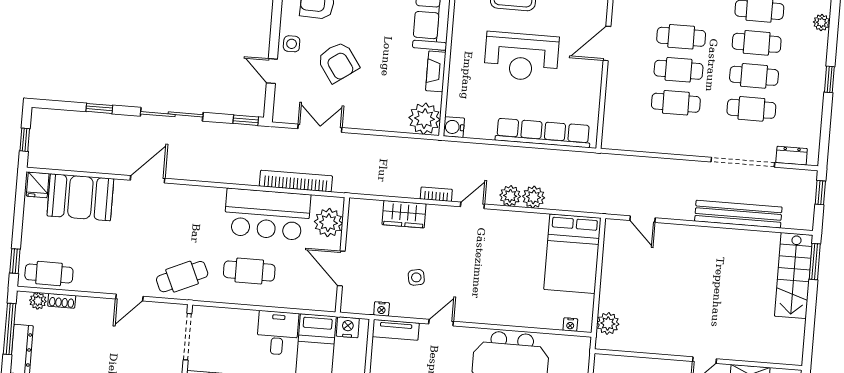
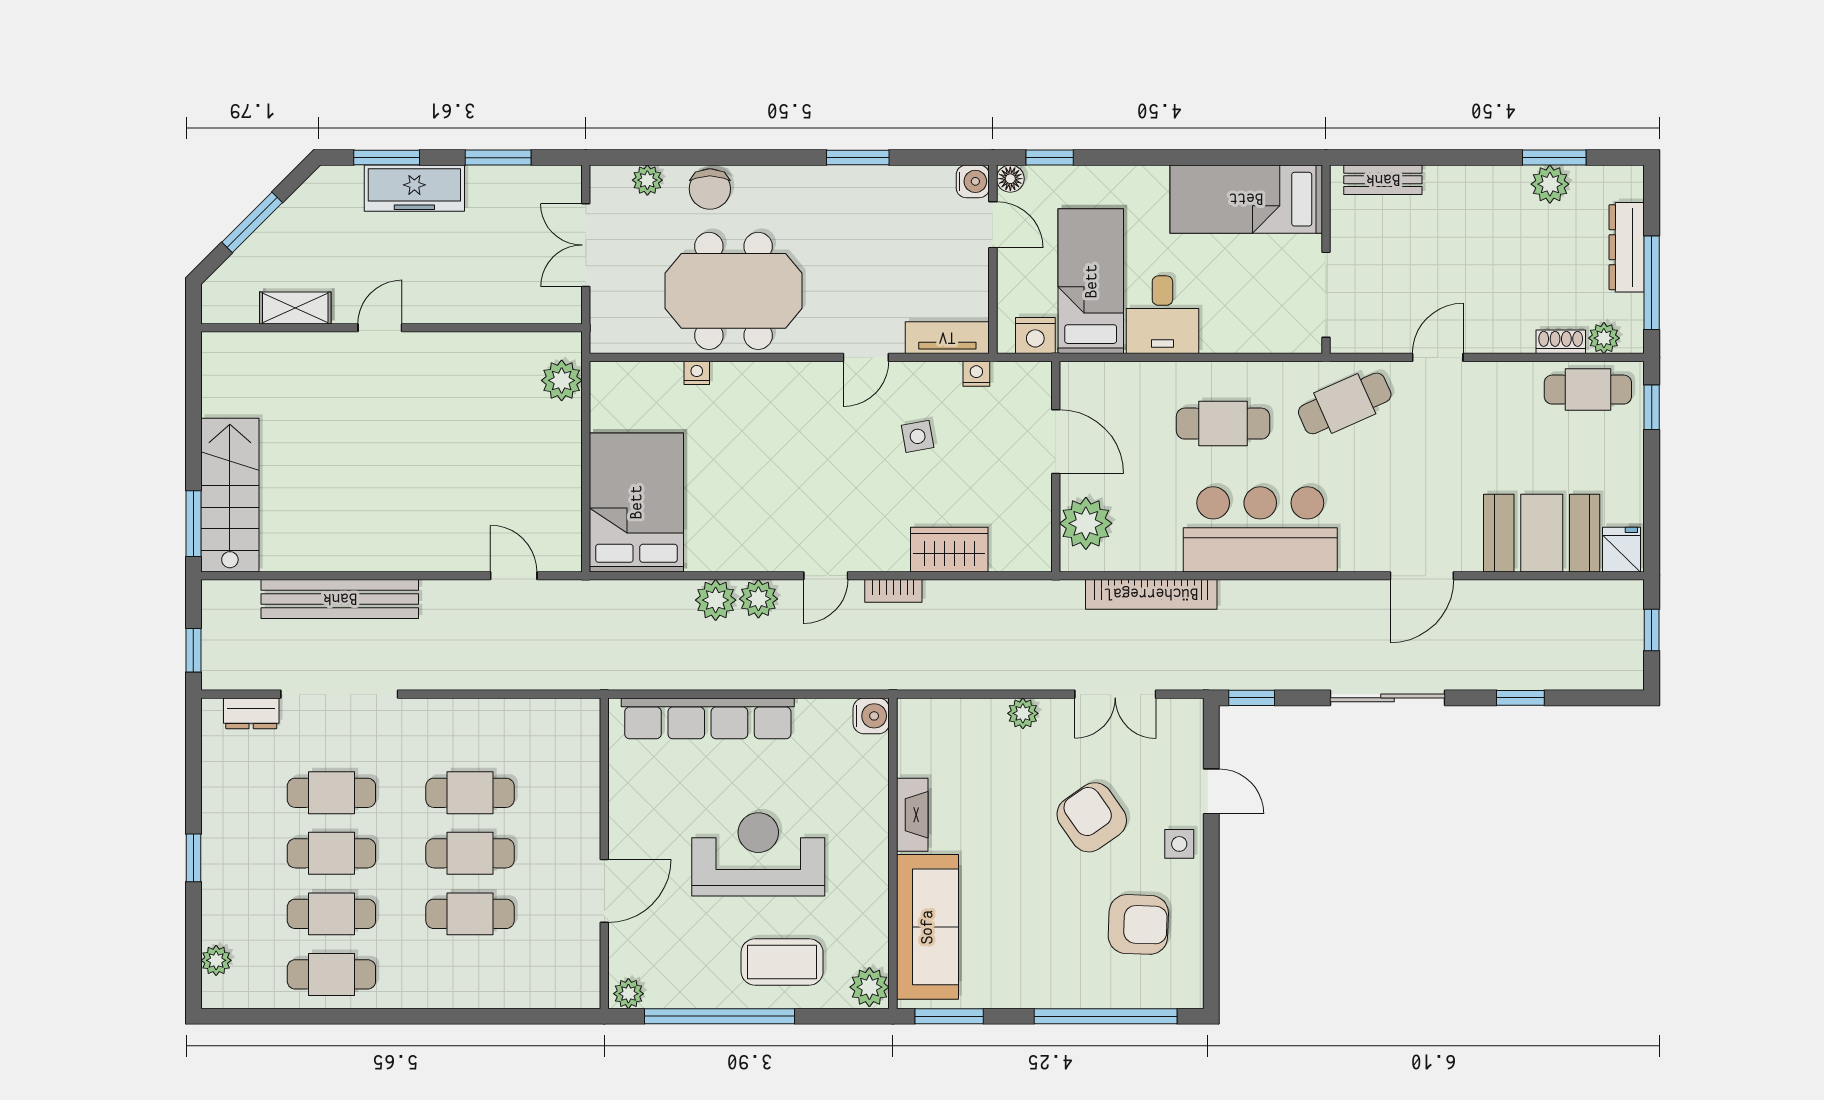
plant: (425, 119) -> (1023, 713), moved, width x0.53, depth x0.53
bar counter: (267, 214) -> (1260, 529), moved
nightstand: (570, 325) -> (697, 373), moved

